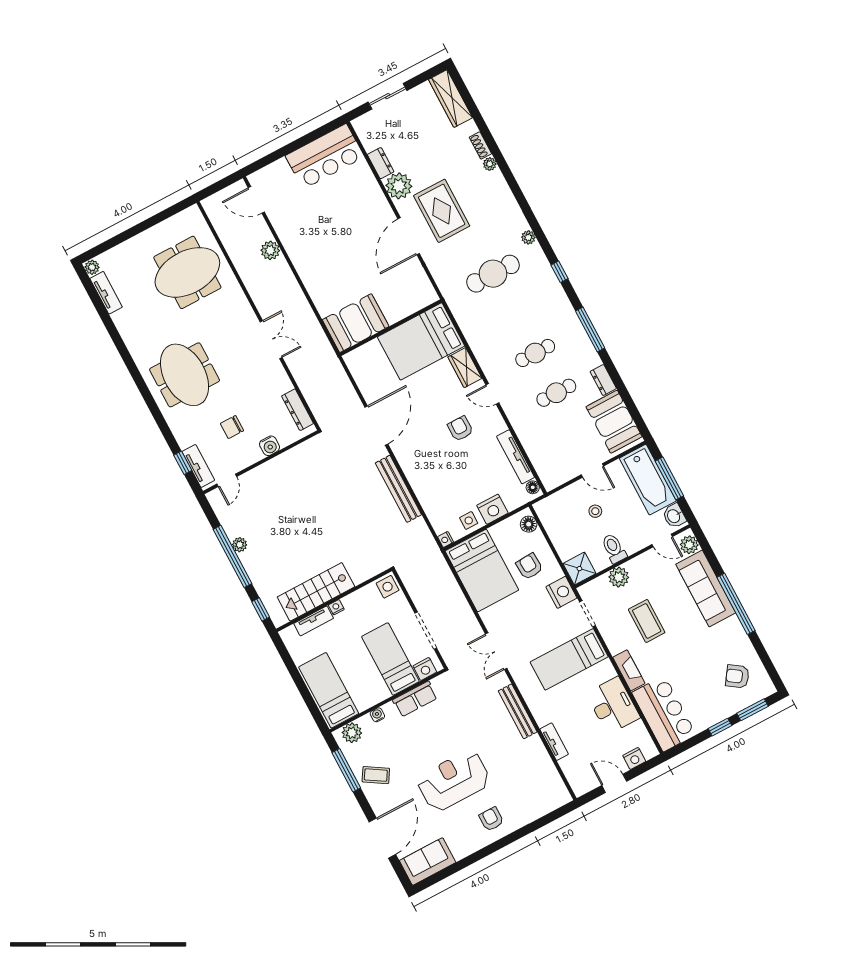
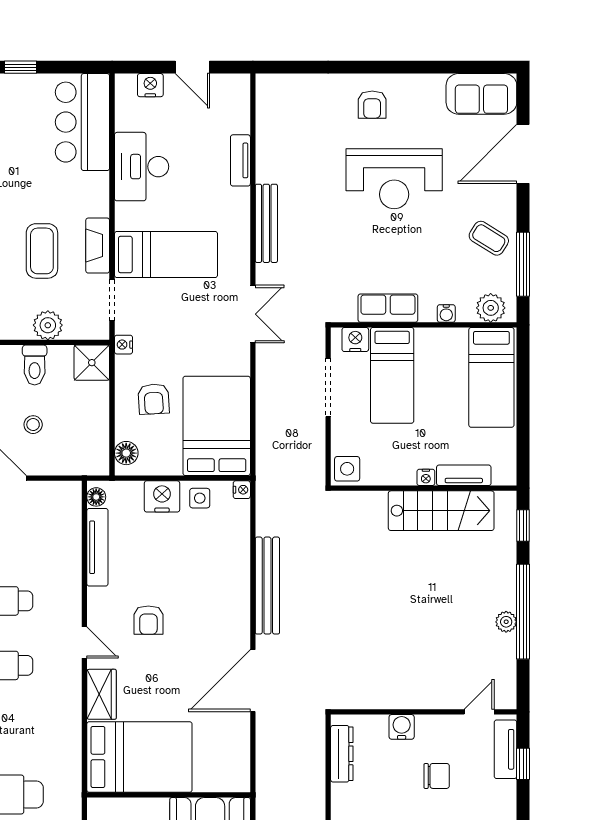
nightstand: (561, 592) -> (124, 345), width x0.53, depth x0.56
fireplace: (629, 670) -> (98, 246), moved

